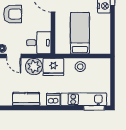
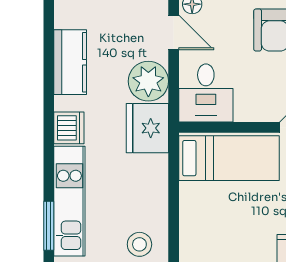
bed: (80, 33) -> (229, 158), moved
door: (14, 56) -> (174, 32), swing flipped
stool: (80, 67) -> (139, 244), moved

